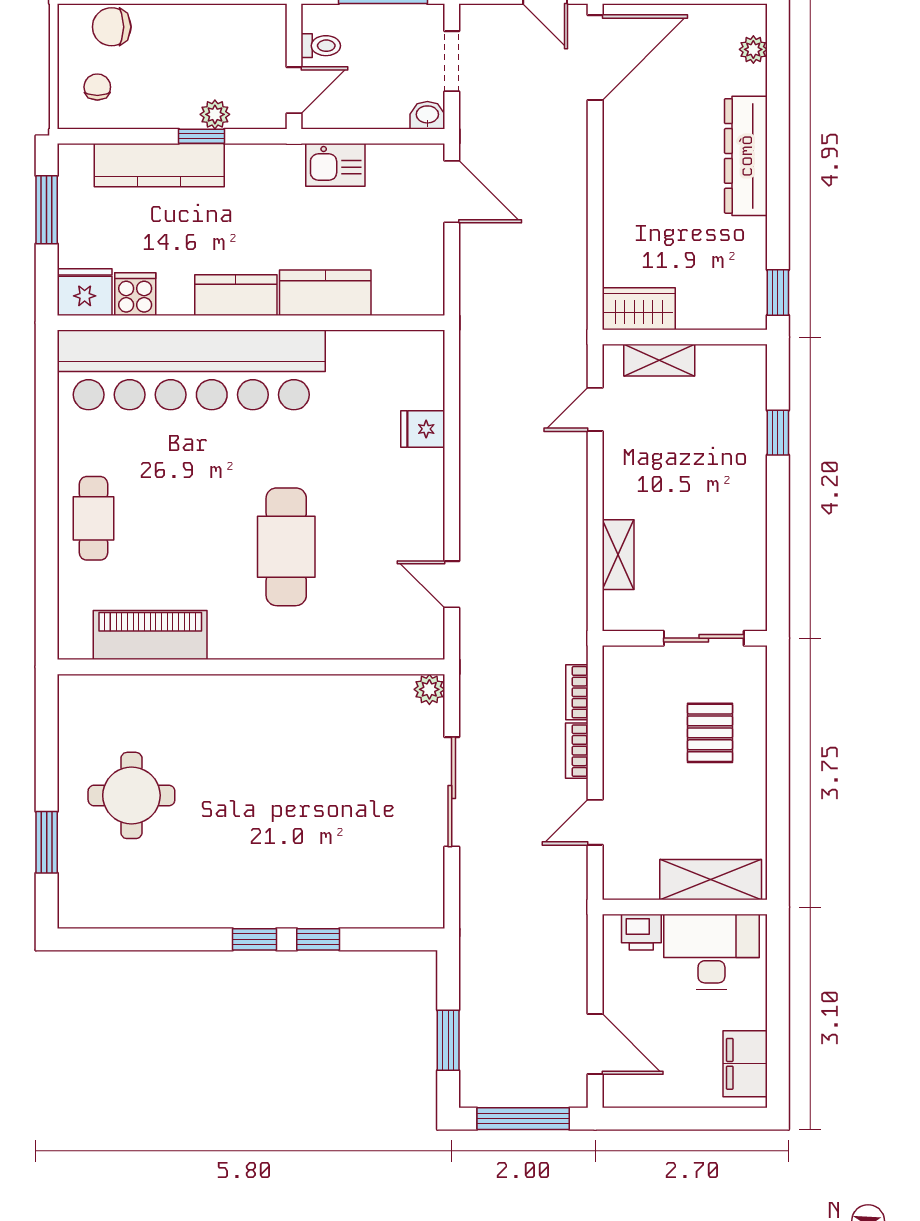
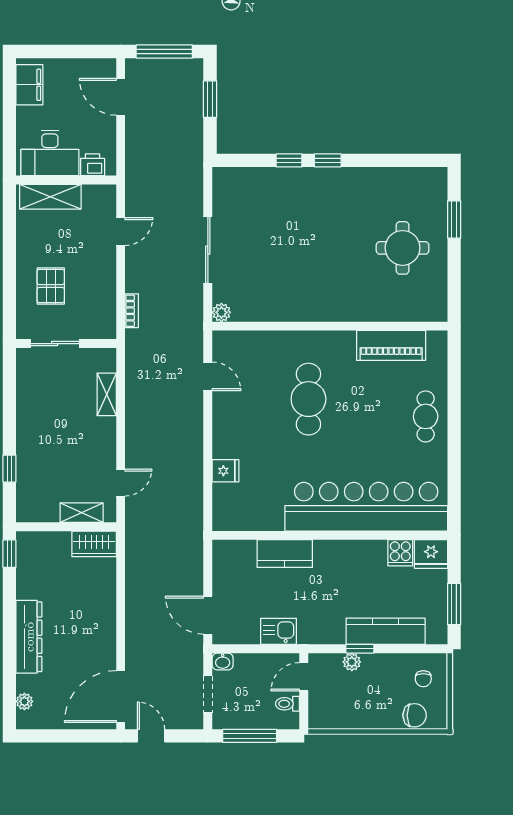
kitchen counter: (236, 295) -> (339, 552), removed
bookcase: (577, 751) -> (132, 275), removed

